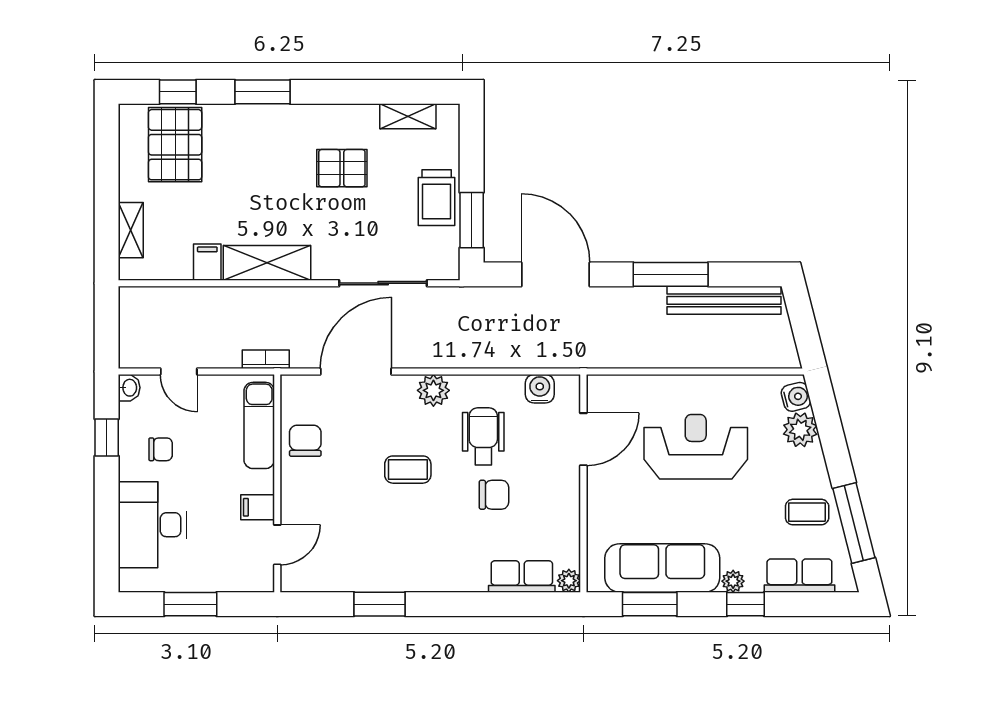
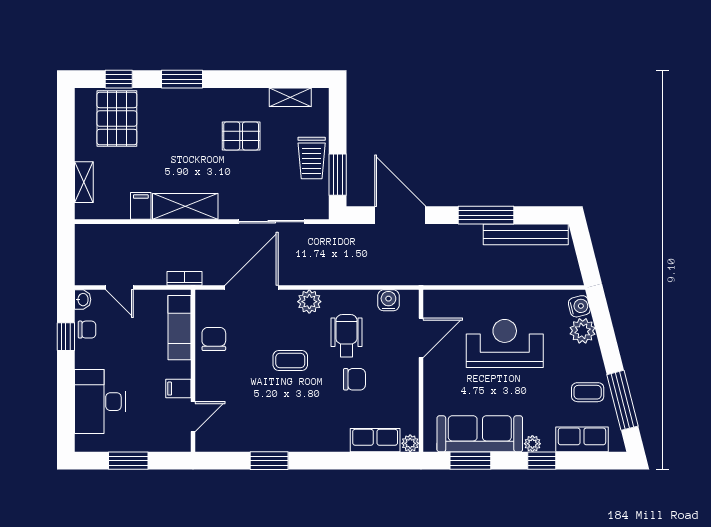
chair: (161, 449) -> (87, 330), moved

